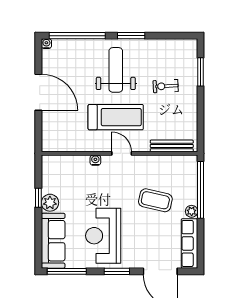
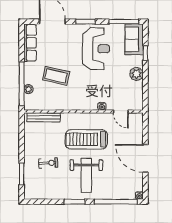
door: (122, 153) -> (121, 112), moved
window: (38, 198) -> (145, 53), moved
plant: (192, 211) -> (28, 89), moved
sofa: (53, 241) -> (134, 39), width x0.73

